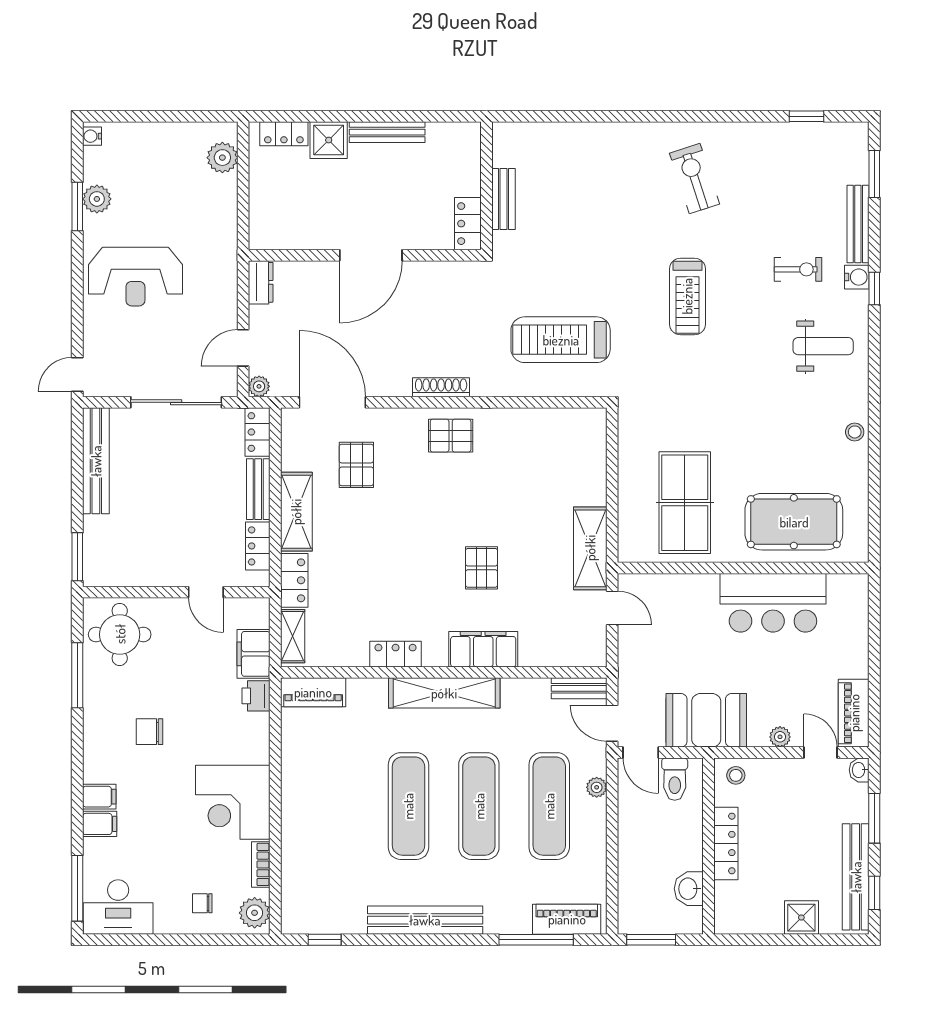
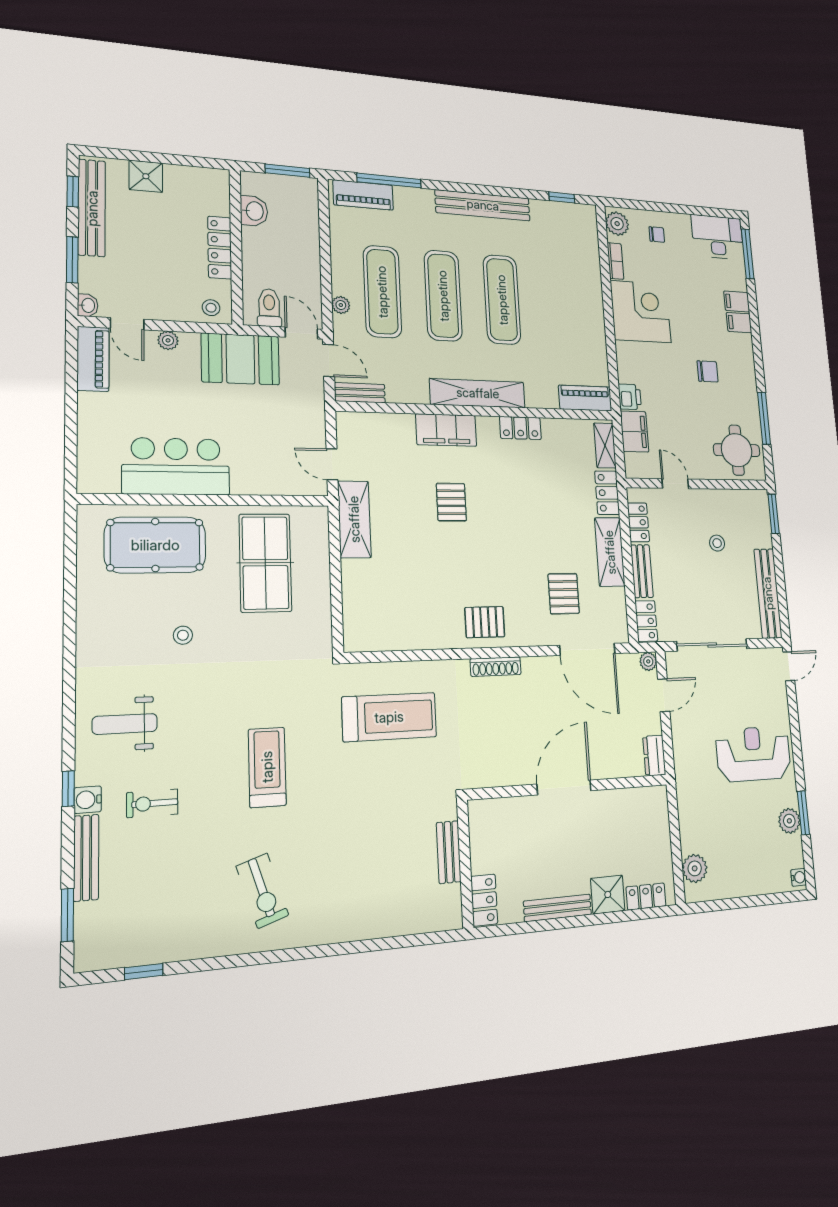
locker: (468, 224) -> (484, 900), moved
stool: (855, 432) -> (183, 635), moved
stool: (158, 521) -> (717, 543), added

